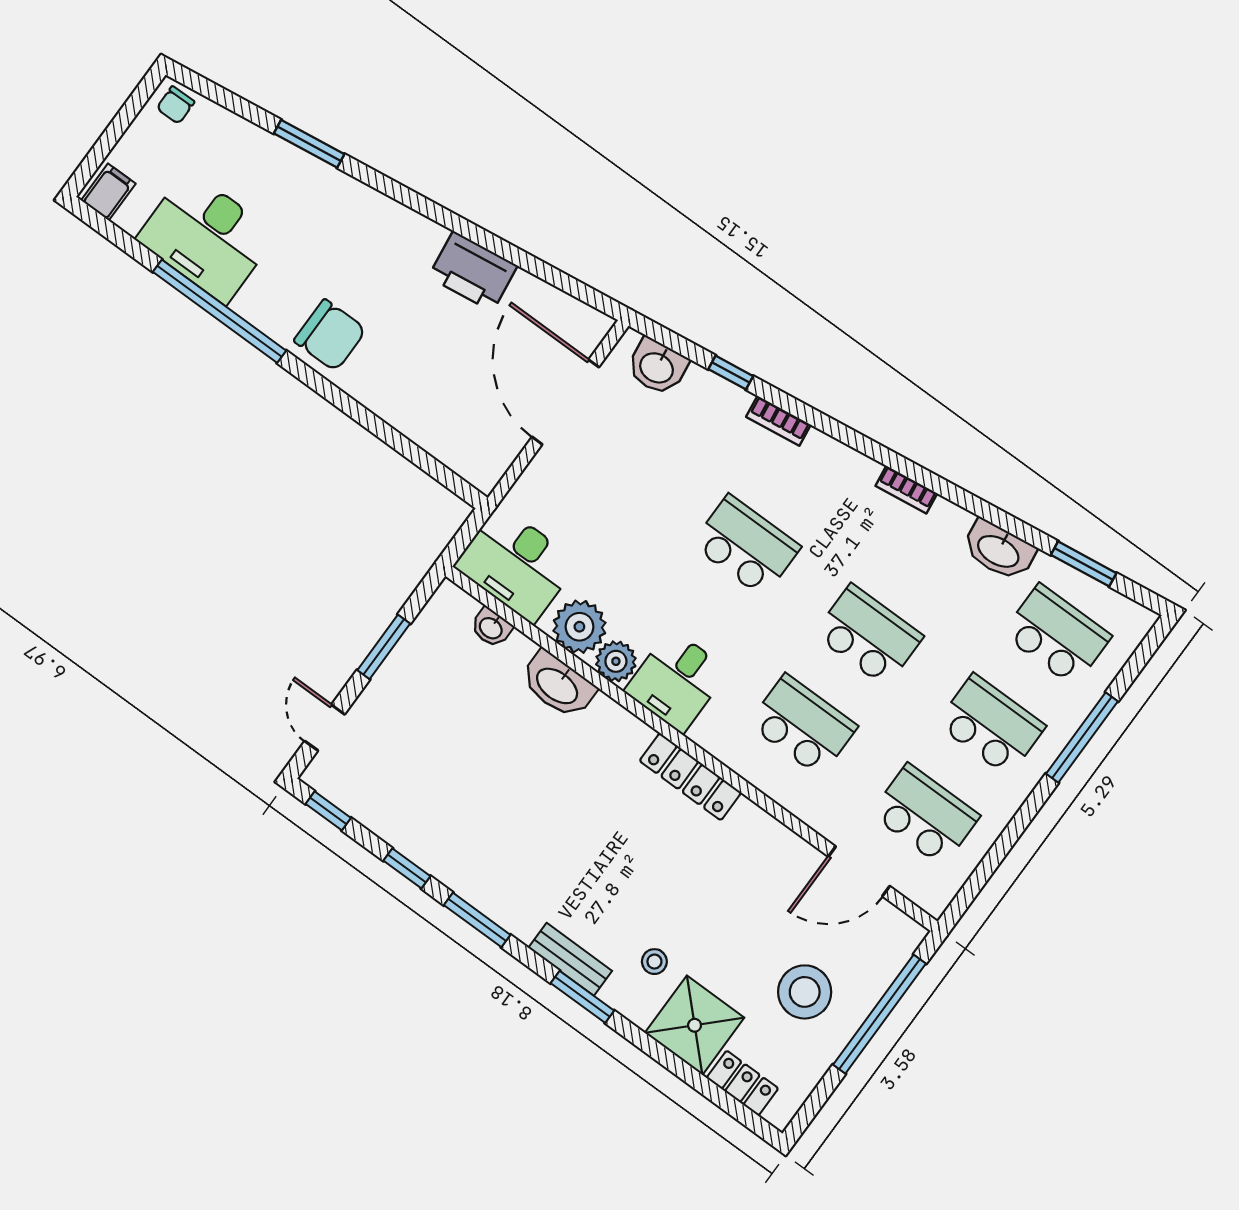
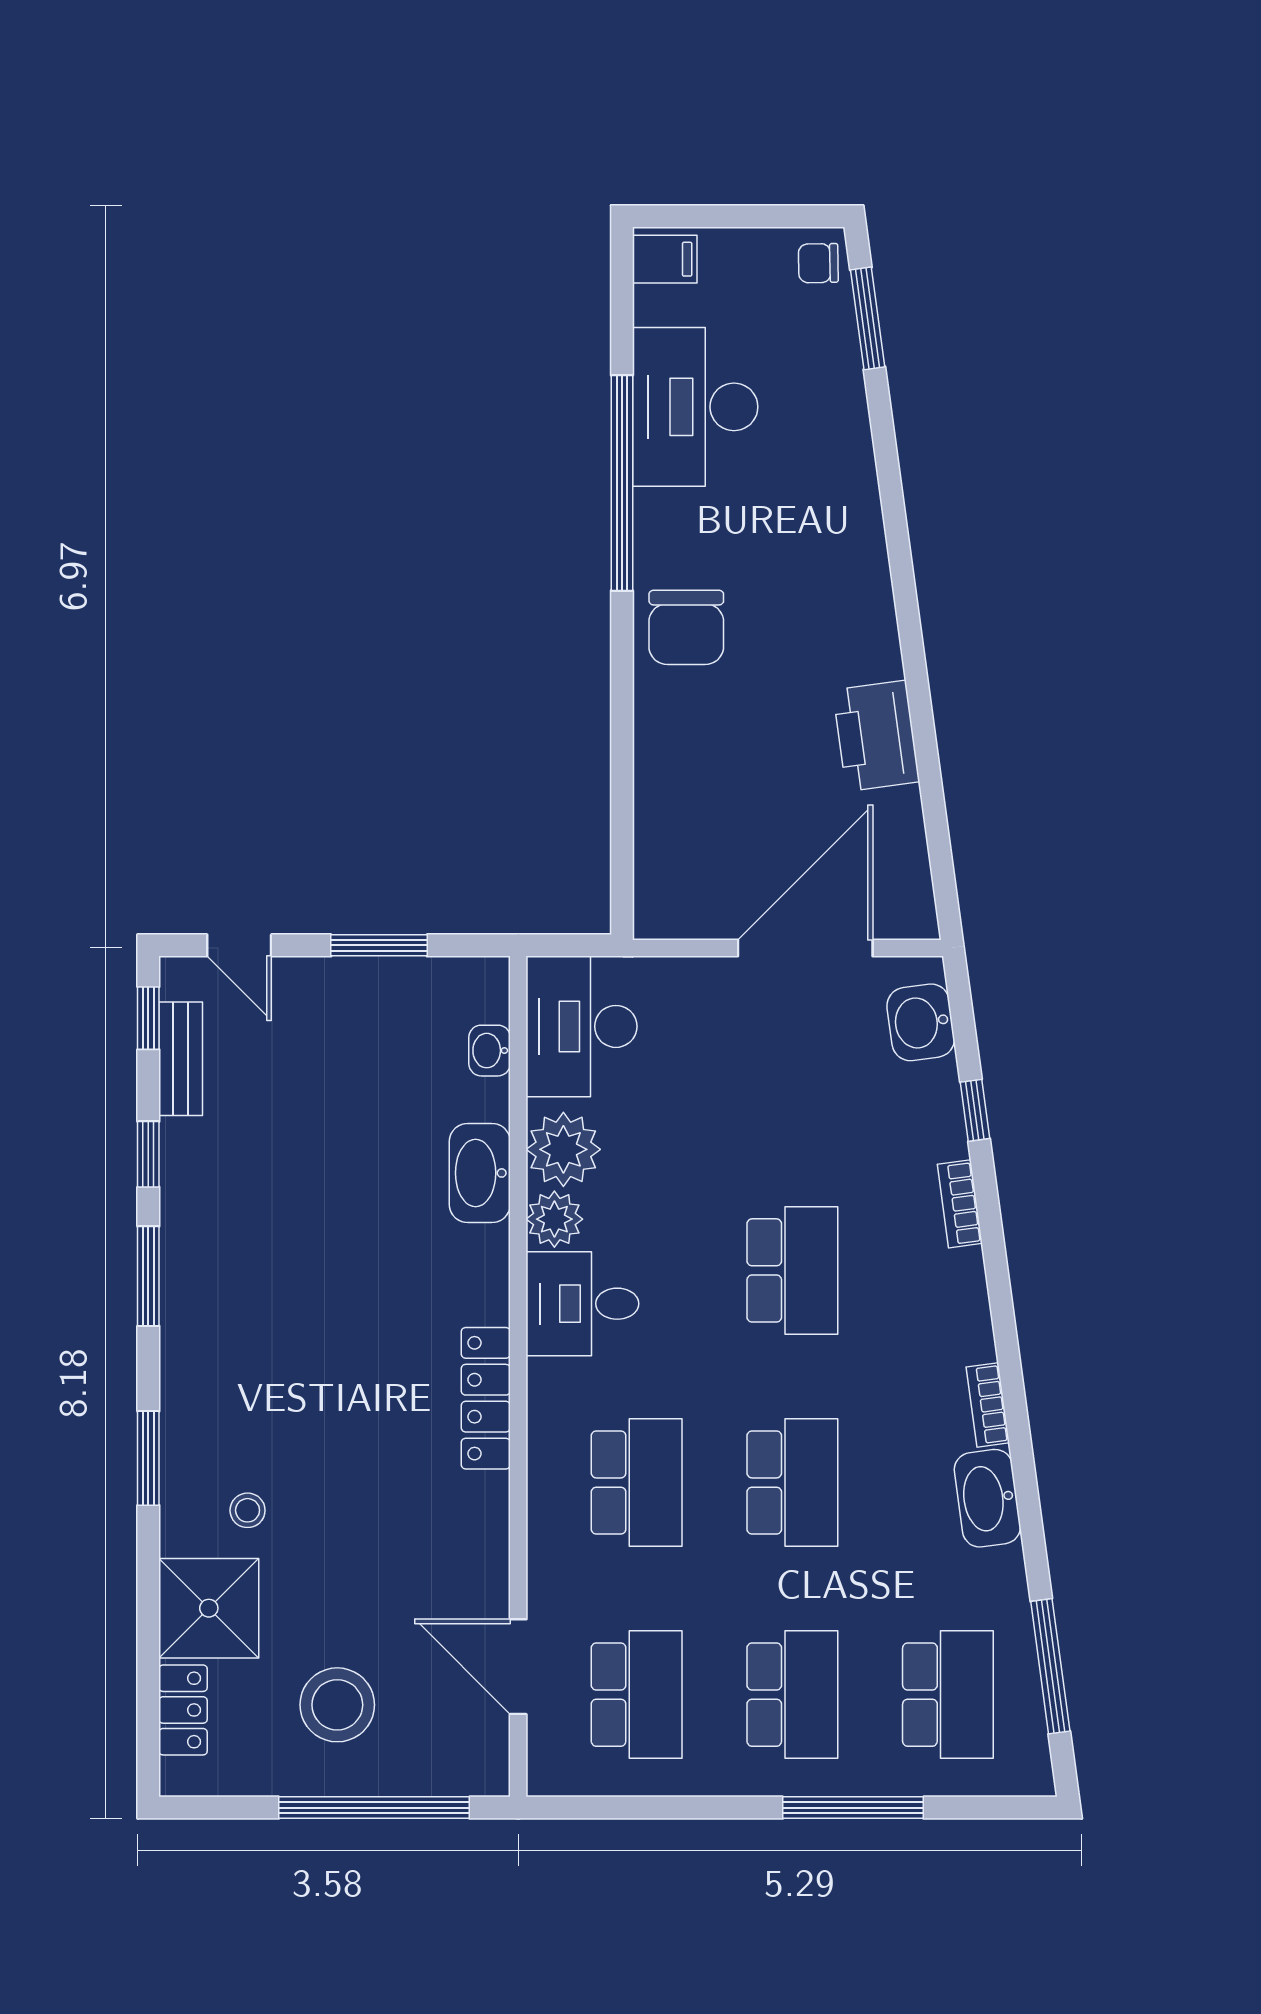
window: (309, 144) -> (868, 318), moved
washbasin: (999, 550) -> (987, 1498), moved
window: (1084, 564) -> (1050, 1666), width x1.44
door: (325, 728) -> (239, 945), swing flipped
bench: (570, 959) -> (181, 1059), moved

